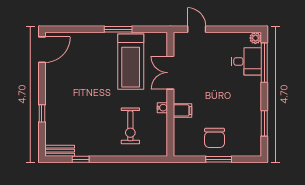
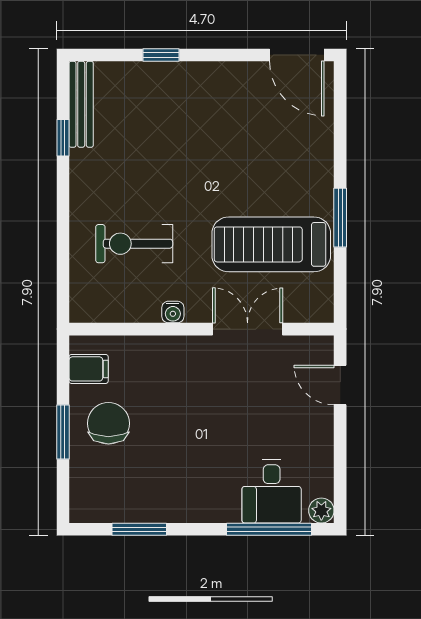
door: (197, 29) -> (340, 385), swing flipped
filing cabinet: (182, 110) -> (89, 369), moved, turned -90
chair: (215, 138) -> (108, 423), turned 90
bench: (60, 151) -> (81, 104), width x1.36

